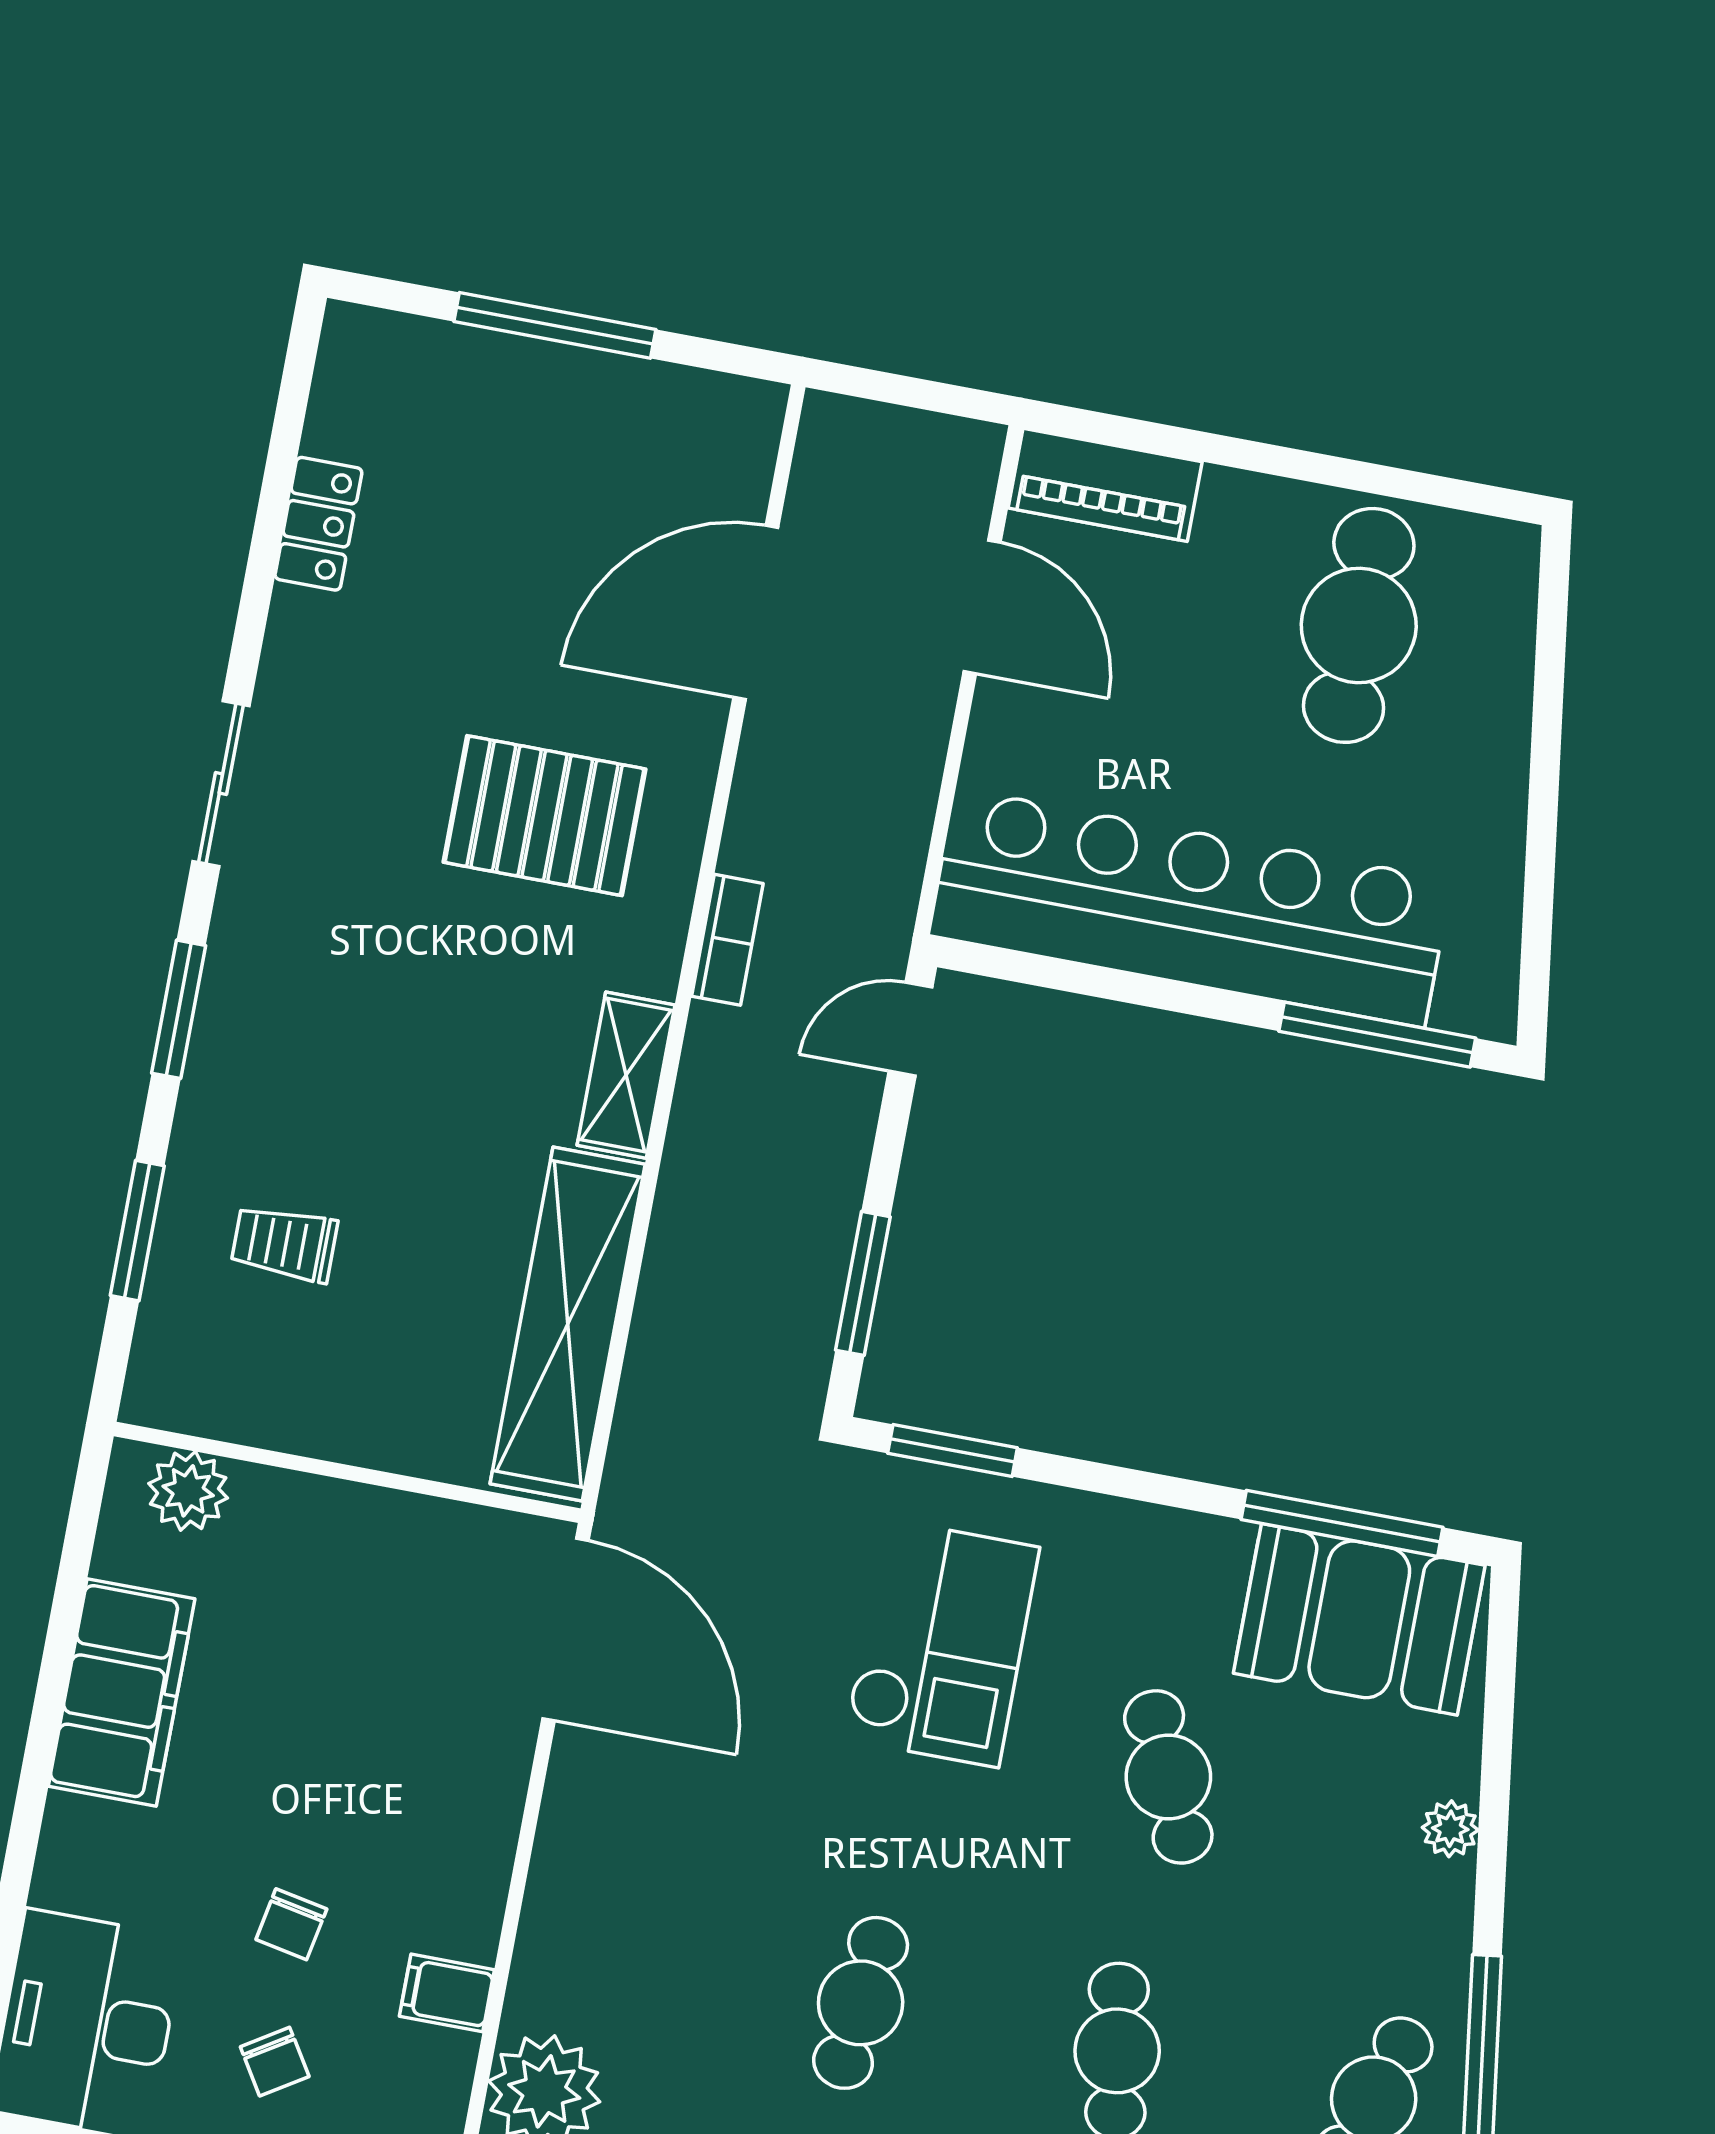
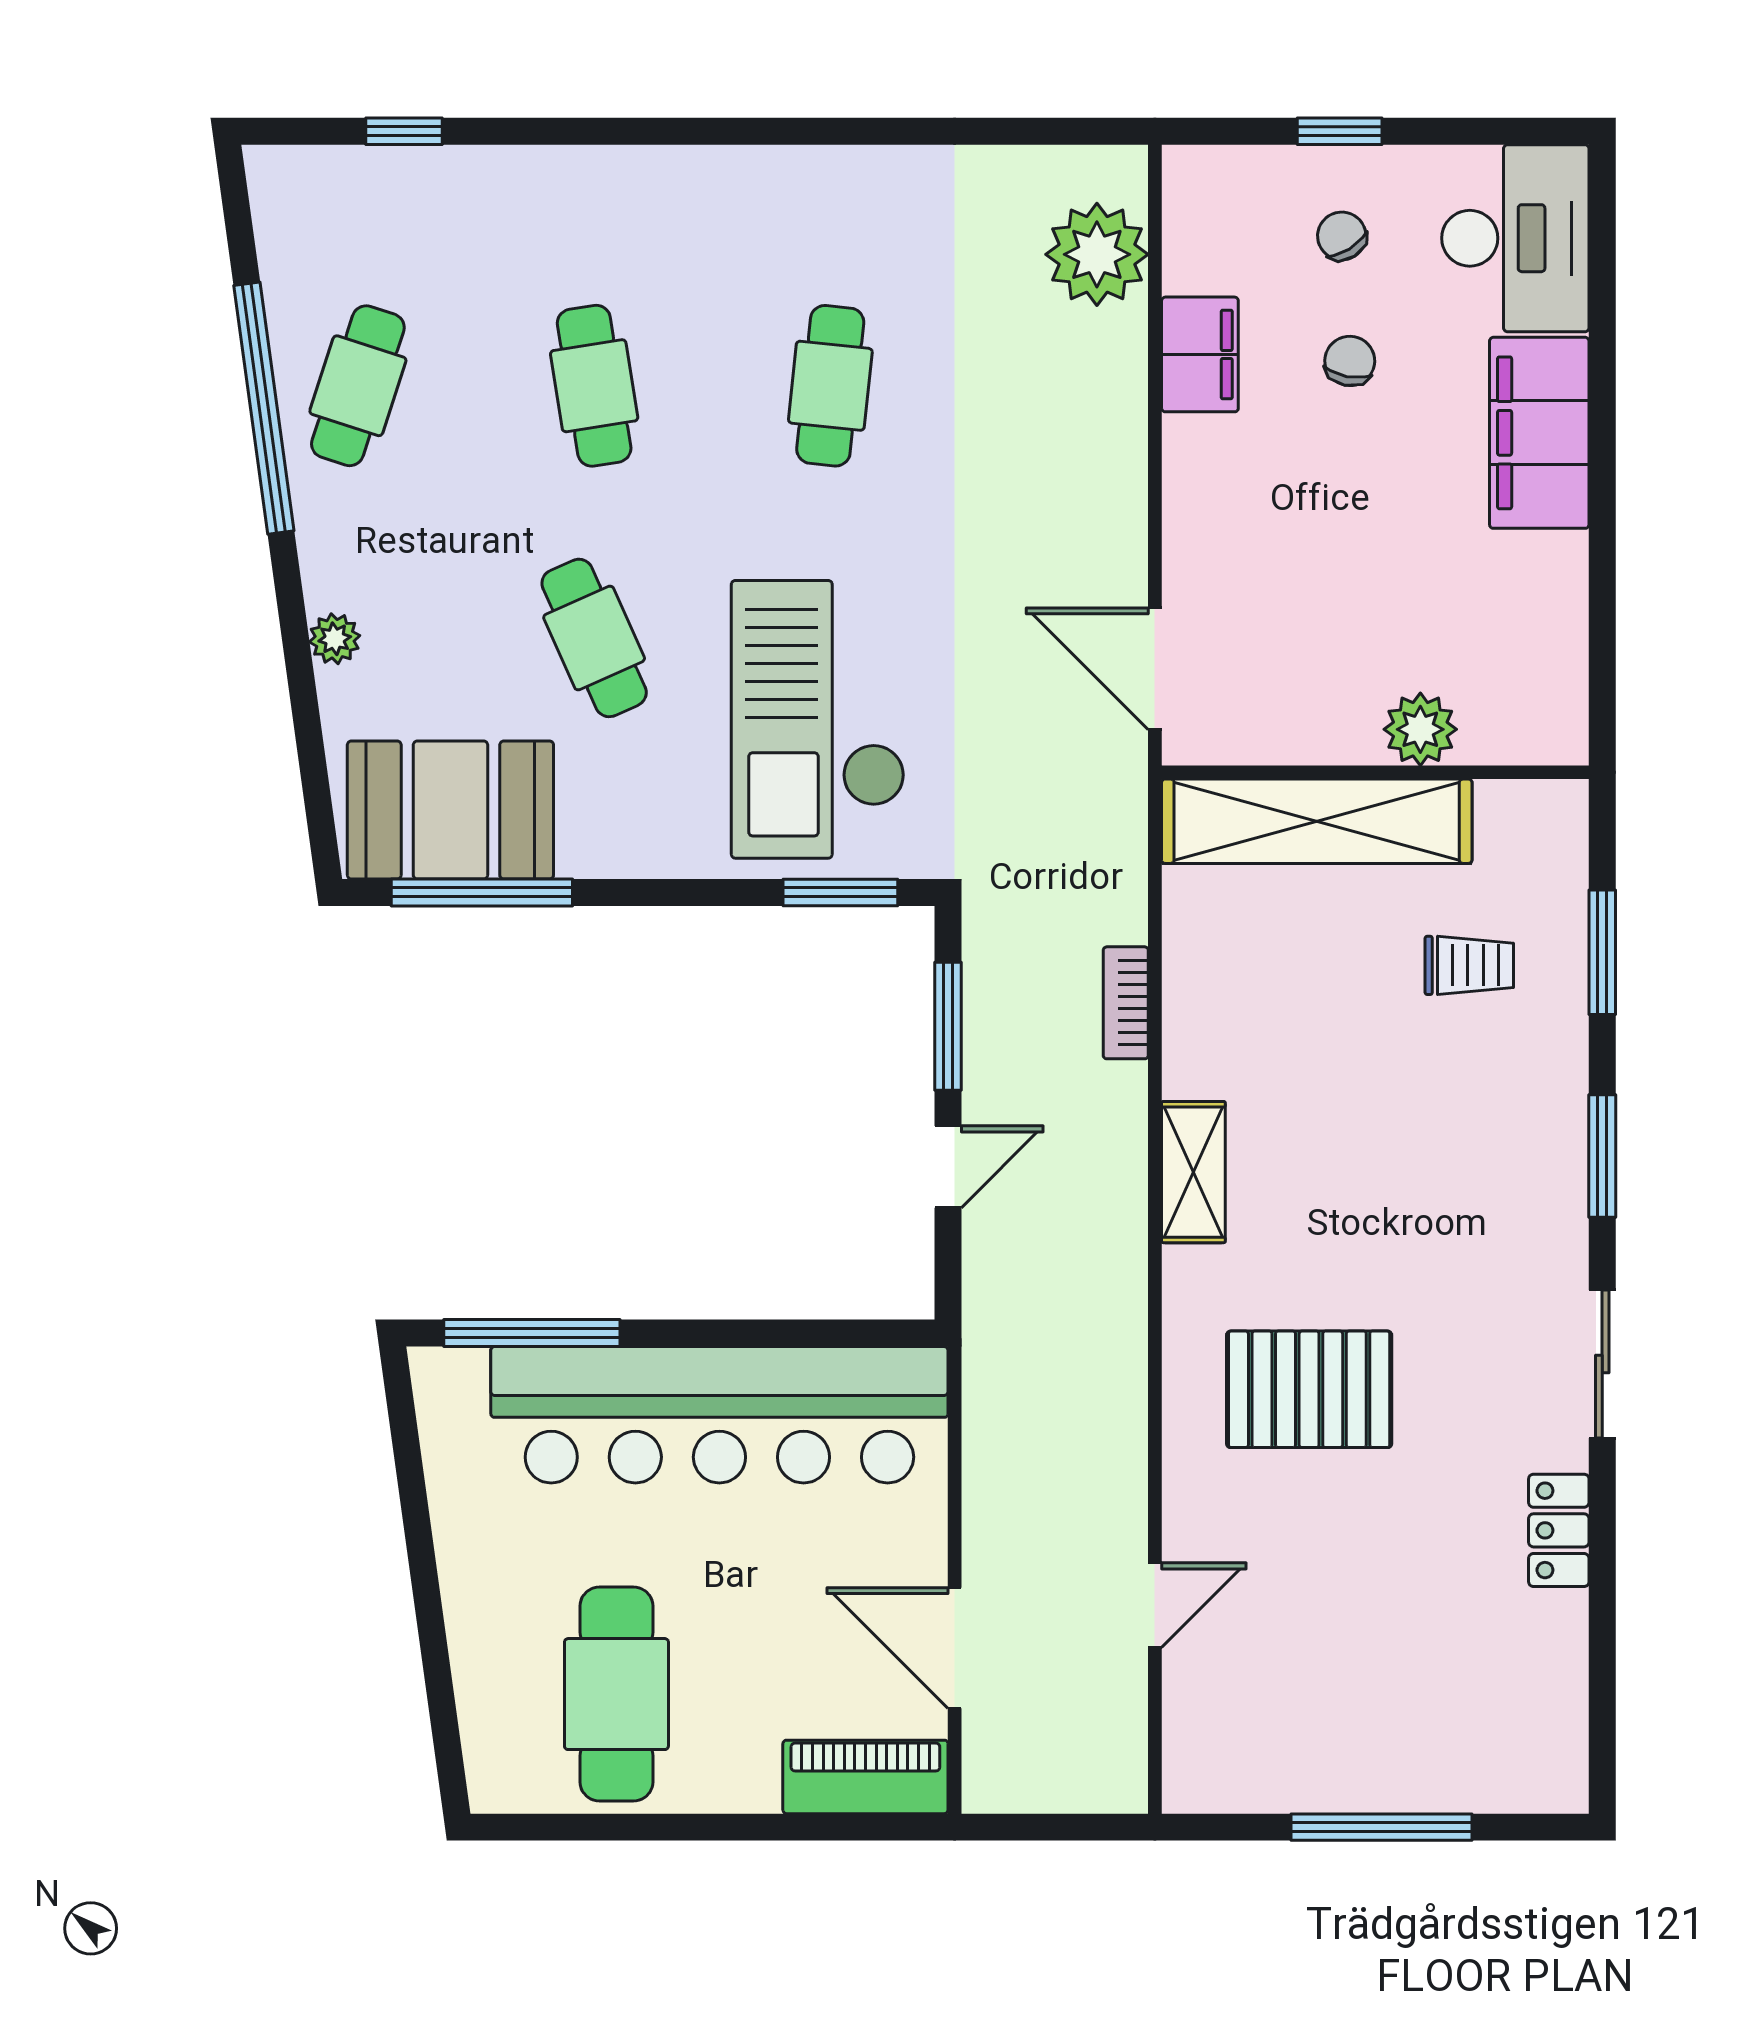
locker: (318, 524) -> (1559, 1530), moved
door: (756, 613) -> (1155, 1605), width x0.53
bookcase: (727, 940) -> (1126, 1003), moved
door: (911, 1029) -> (948, 1167), moved
shelving: (568, 1324) -> (1317, 821), moved, turned 90
plant: (188, 1491) -> (1420, 729), moved
door: (566, 1629) -> (1155, 669), width x0.73
checkout: (942, 1643) -> (818, 719), width x1.36, depth x1.21
filing cabinet: (122, 1693) -> (1539, 433), moved
filing cabinet: (447, 1993) -> (1200, 354), width x2.00

